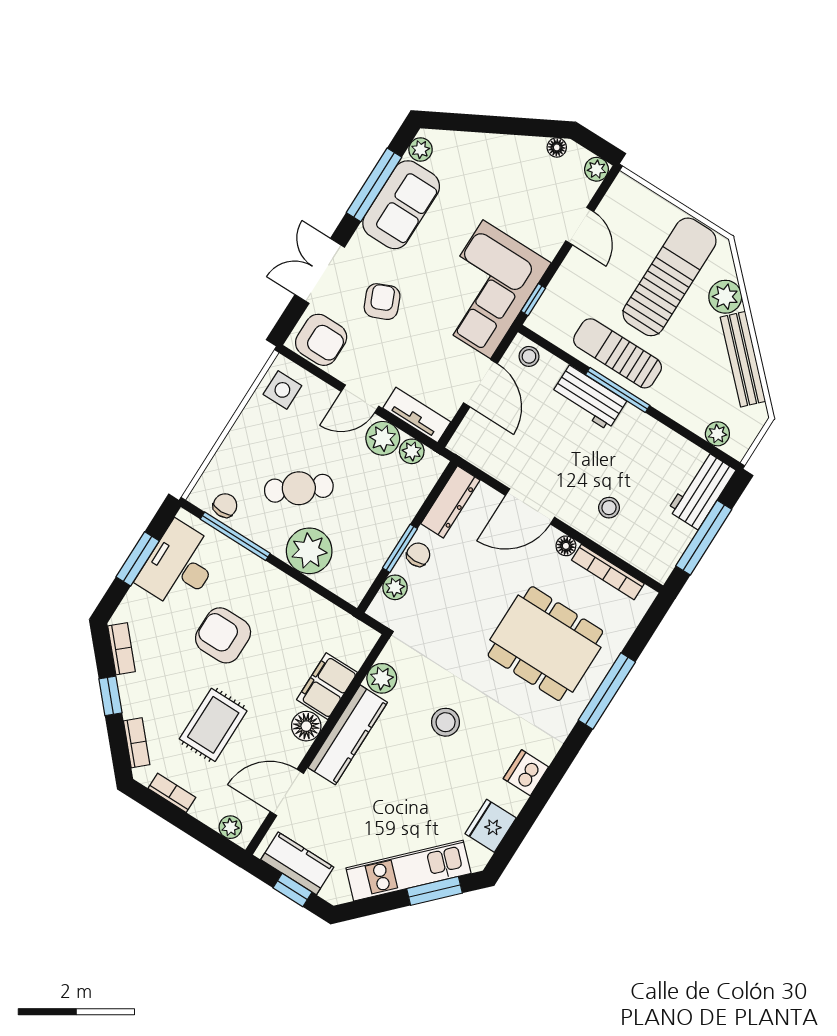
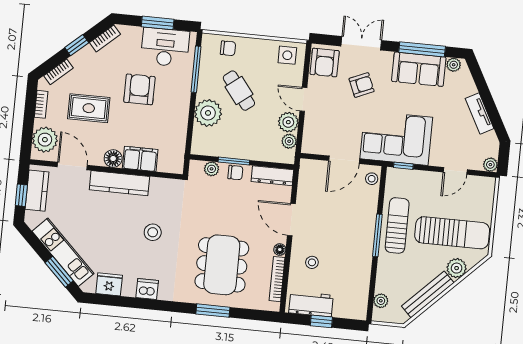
floor lamp: (557, 147) -> (491, 137), removed
workbench: (589, 398) -> (366, 222), removed
tv unit: (417, 415) -> (480, 113), moved, turned 152
workbench: (702, 490) -> (311, 304), moved
chair: (225, 505) -> (228, 48), moved
window: (704, 538) -> (321, 321), width x0.46
plant: (382, 678) -> (159, 186), removed
window: (607, 691) -> (213, 311), width x0.69
plant: (230, 827) -> (45, 140), width x1.88, depth x1.88

